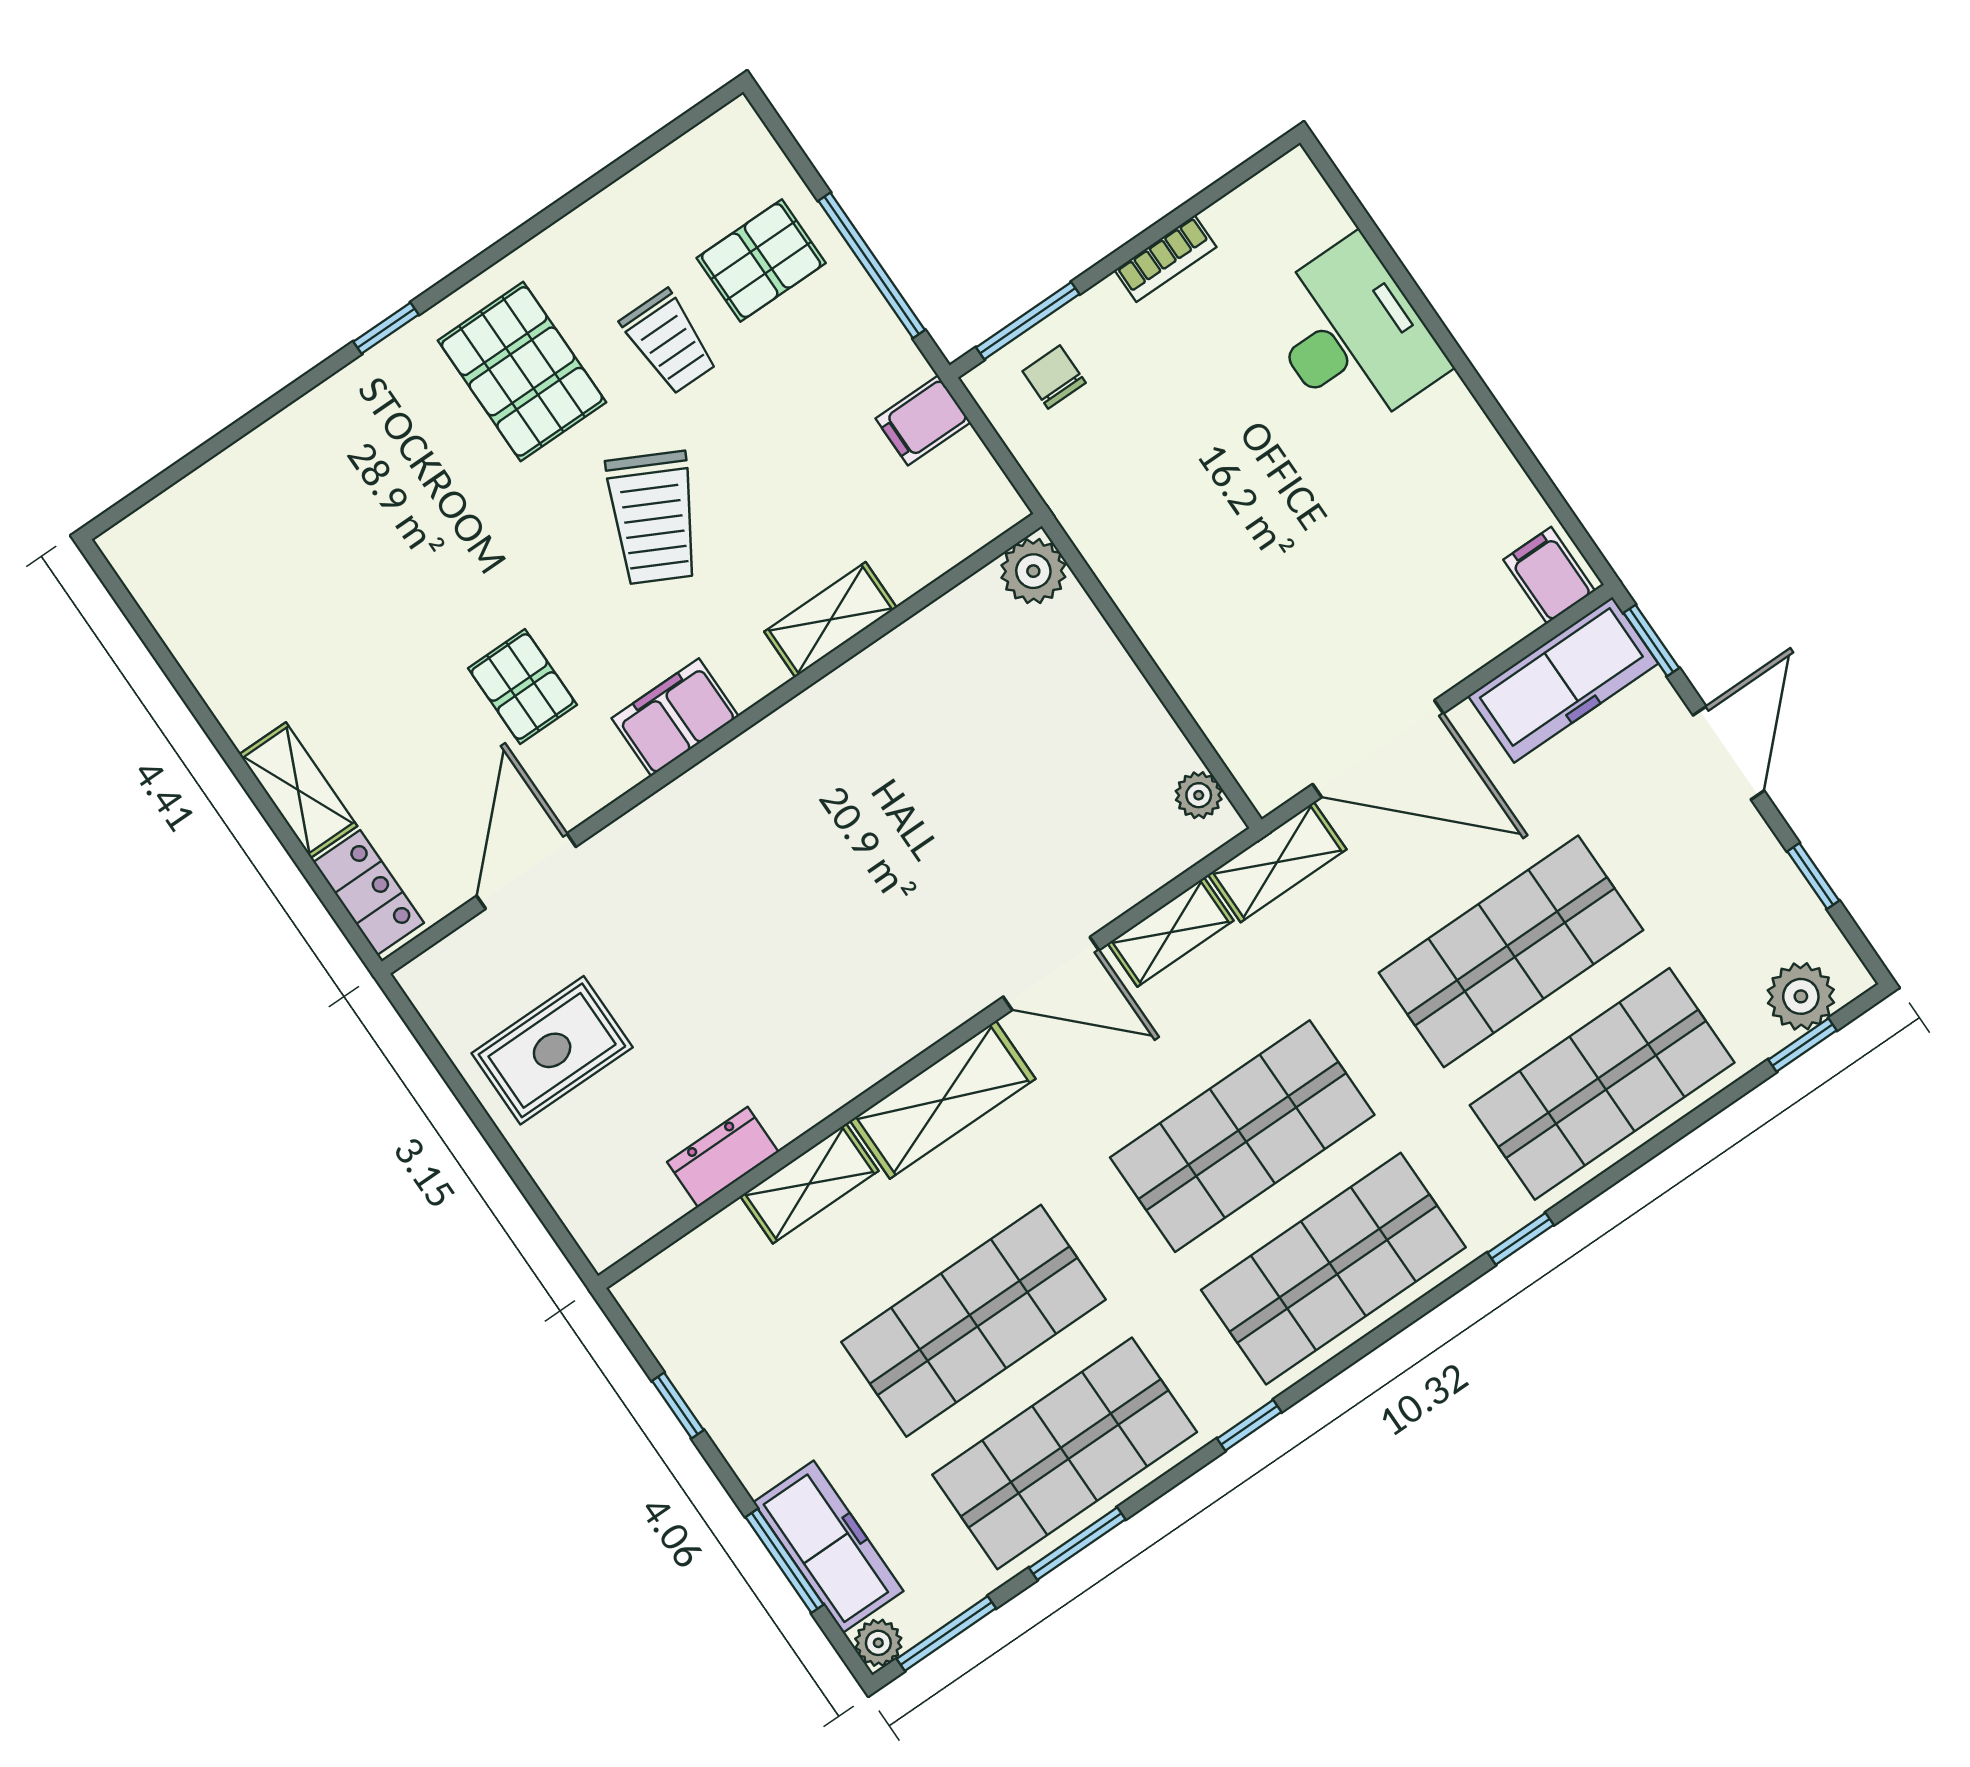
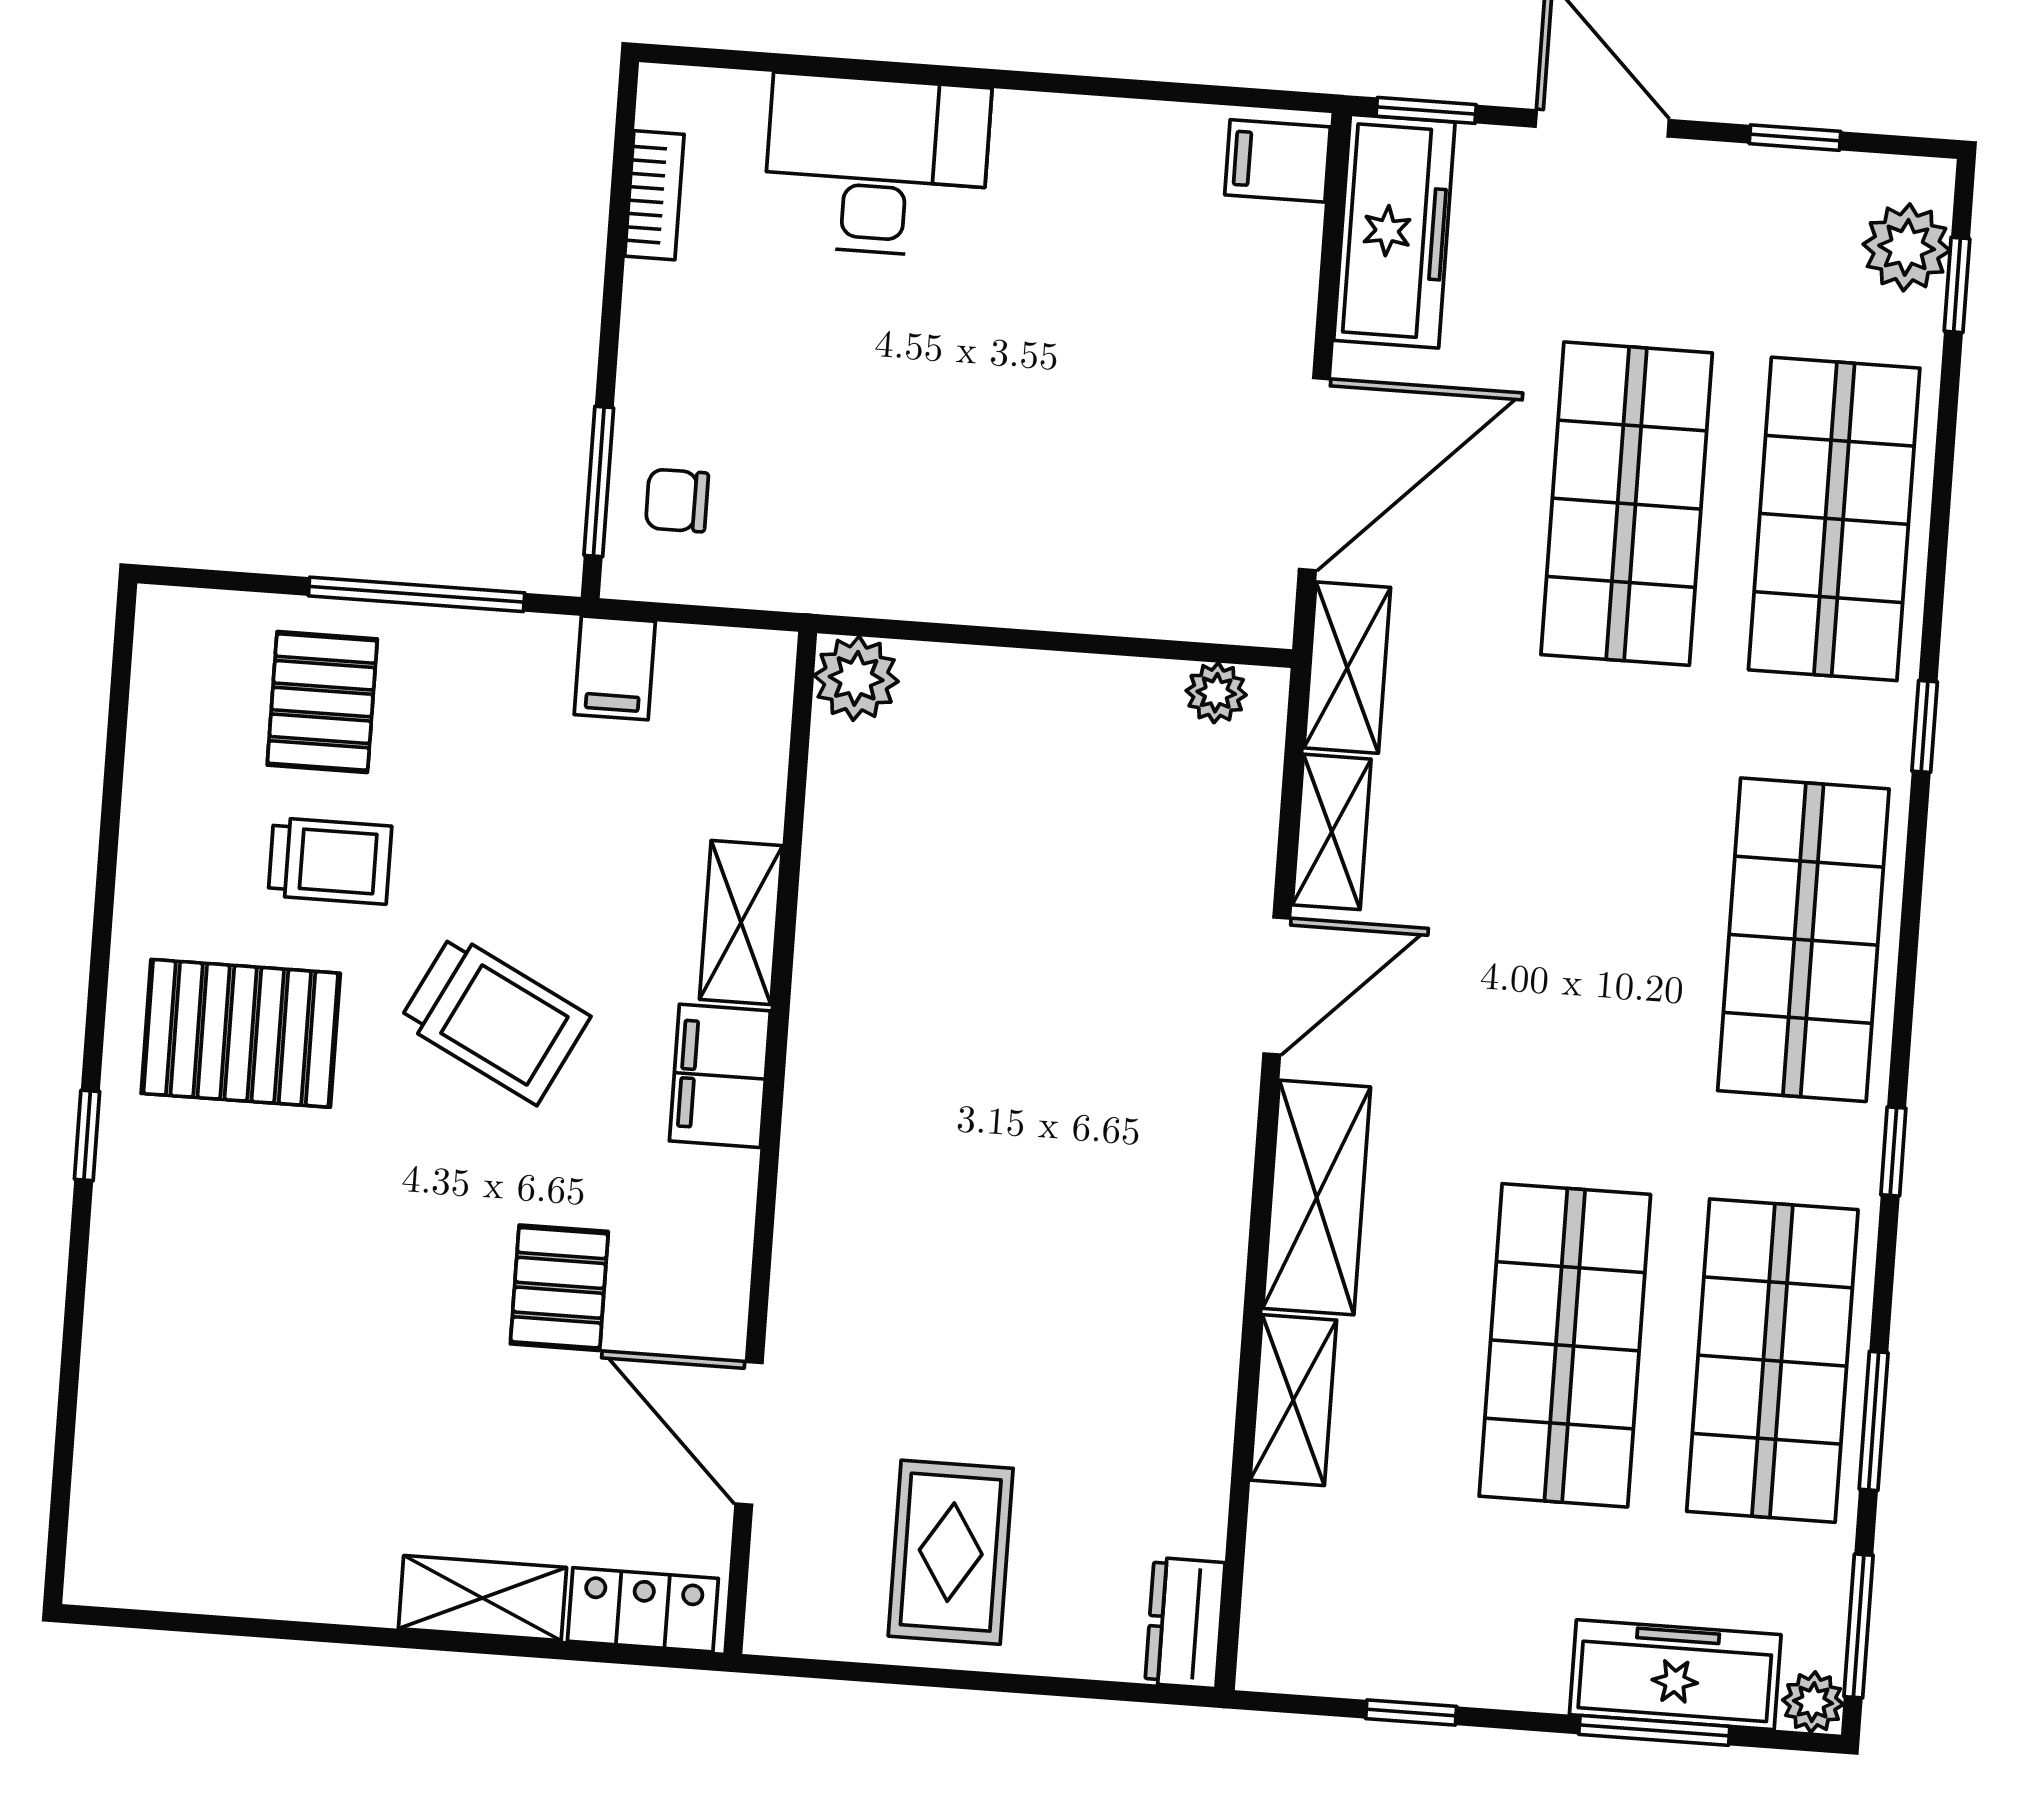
bookcase: (1165, 259) -> (654, 195), moved
pallet: (522, 686) -> (559, 1288), turned 90
filing cabinet: (675, 717) -> (720, 1076), moved
shop shelf: (1242, 1136) -> (1596, 924), removed
dresser: (723, 1157) -> (1185, 1623), moved

